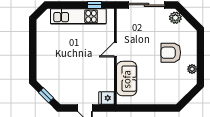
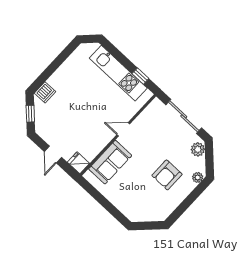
armchair: (171, 53) -> (167, 175), turned -90
plant: (192, 69) -> (198, 177), moved
dishwasher: (43, 73) -> (45, 92), added

